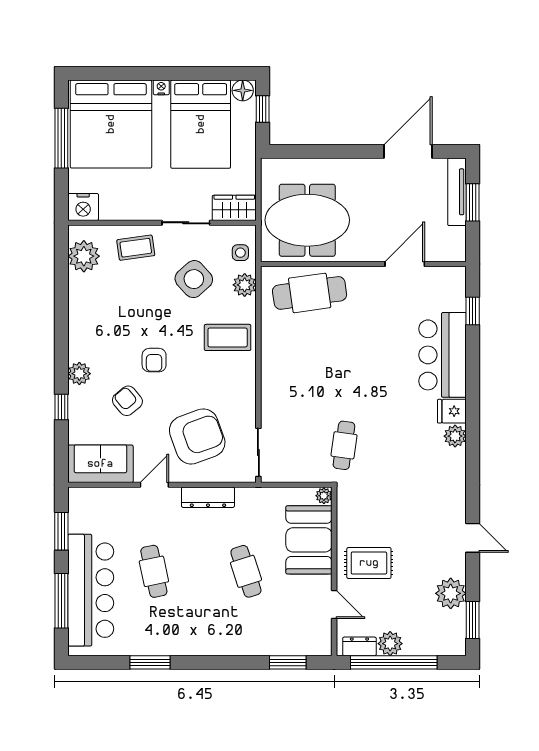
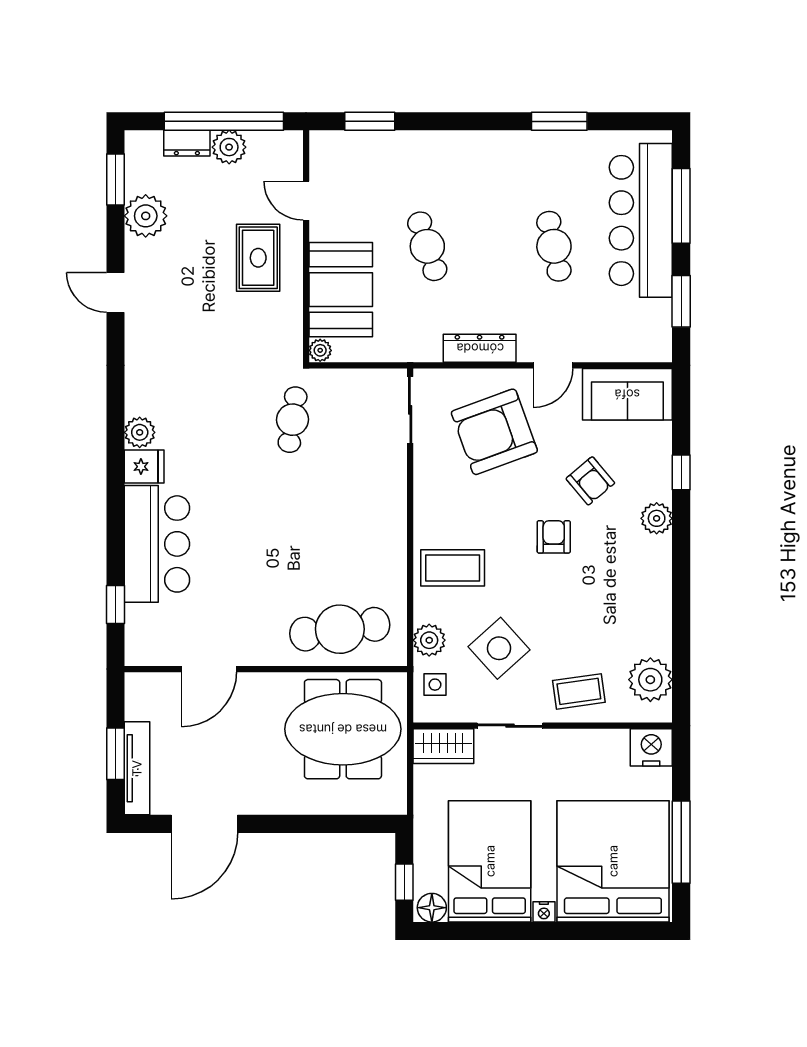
rug: (369, 563) -> (258, 258), turned 90
dresser: (359, 646) -> (187, 143), moved

